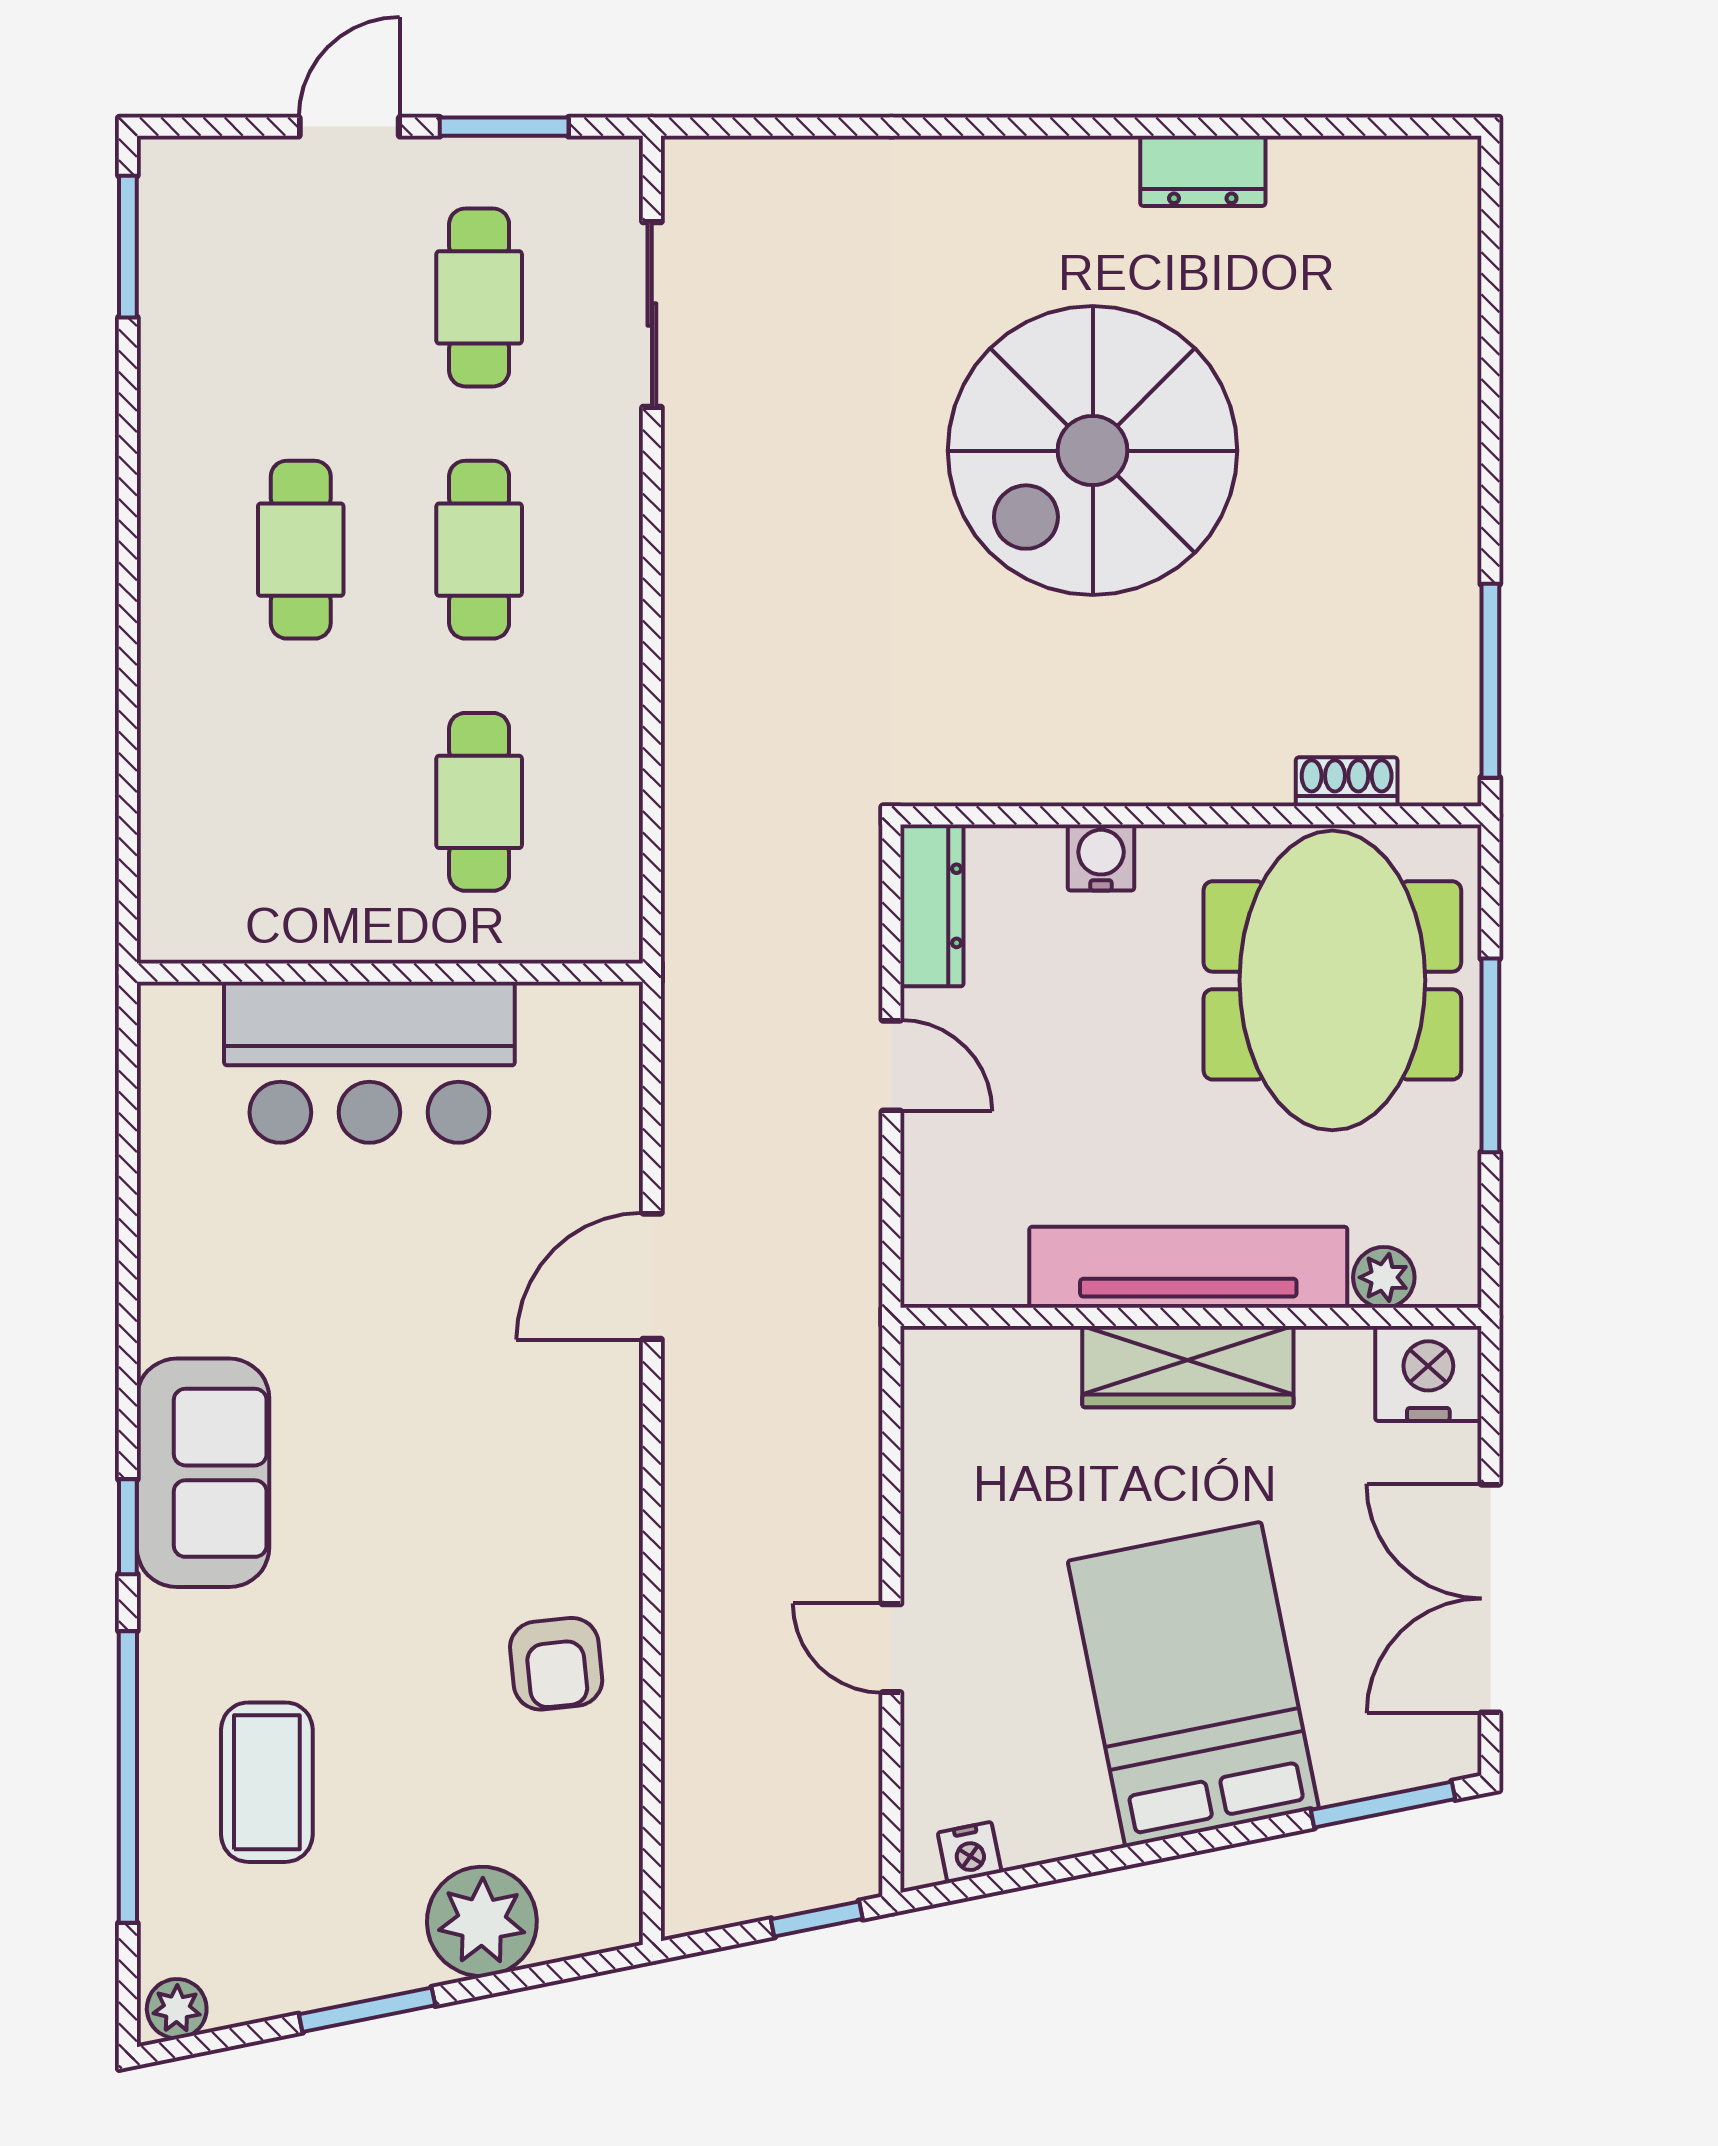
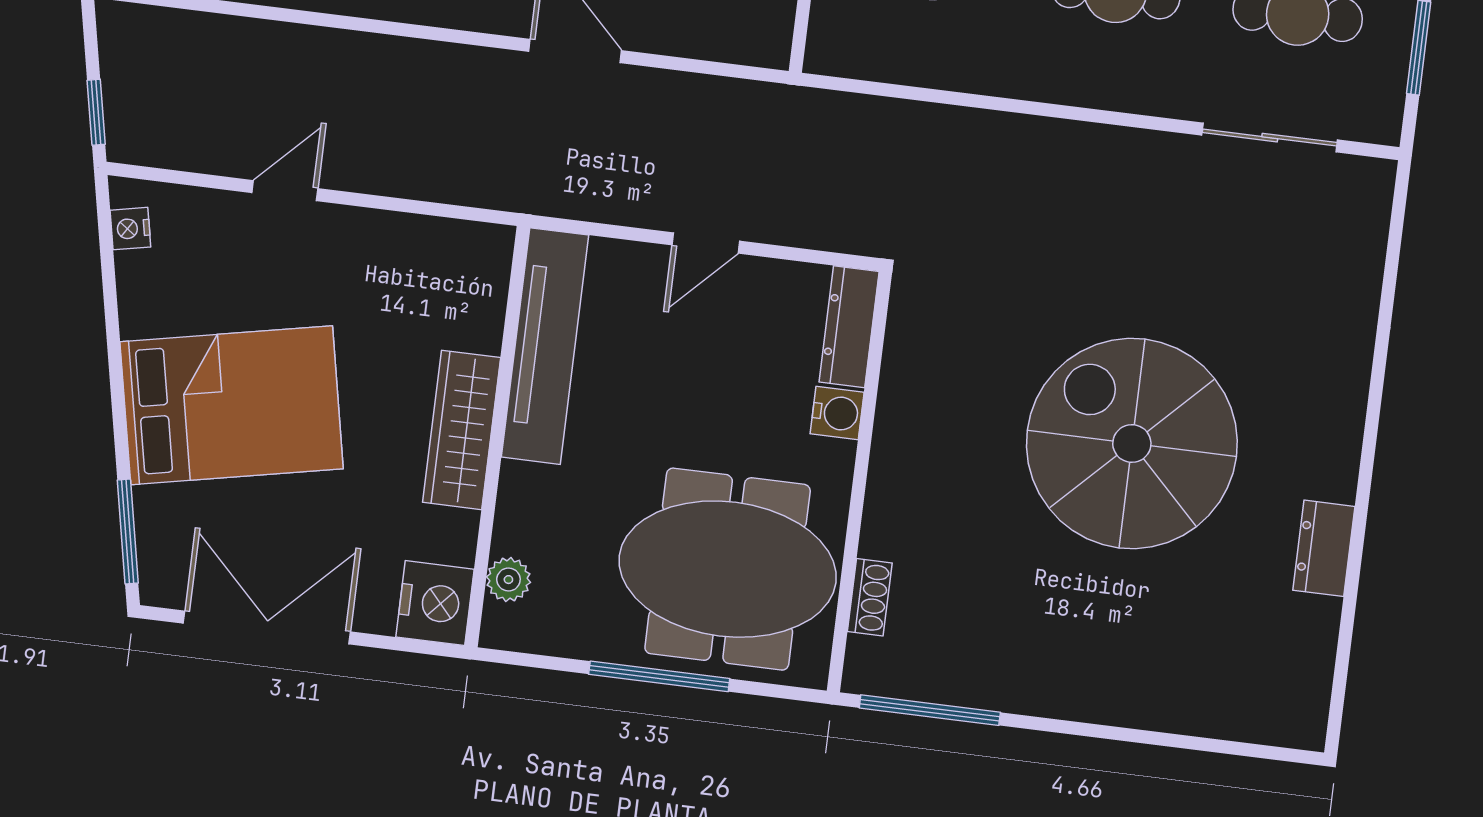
dresser: (932, 906) -> (849, 327), moved, turned 90
tv unit: (1188, 1267) -> (545, 346), moved

